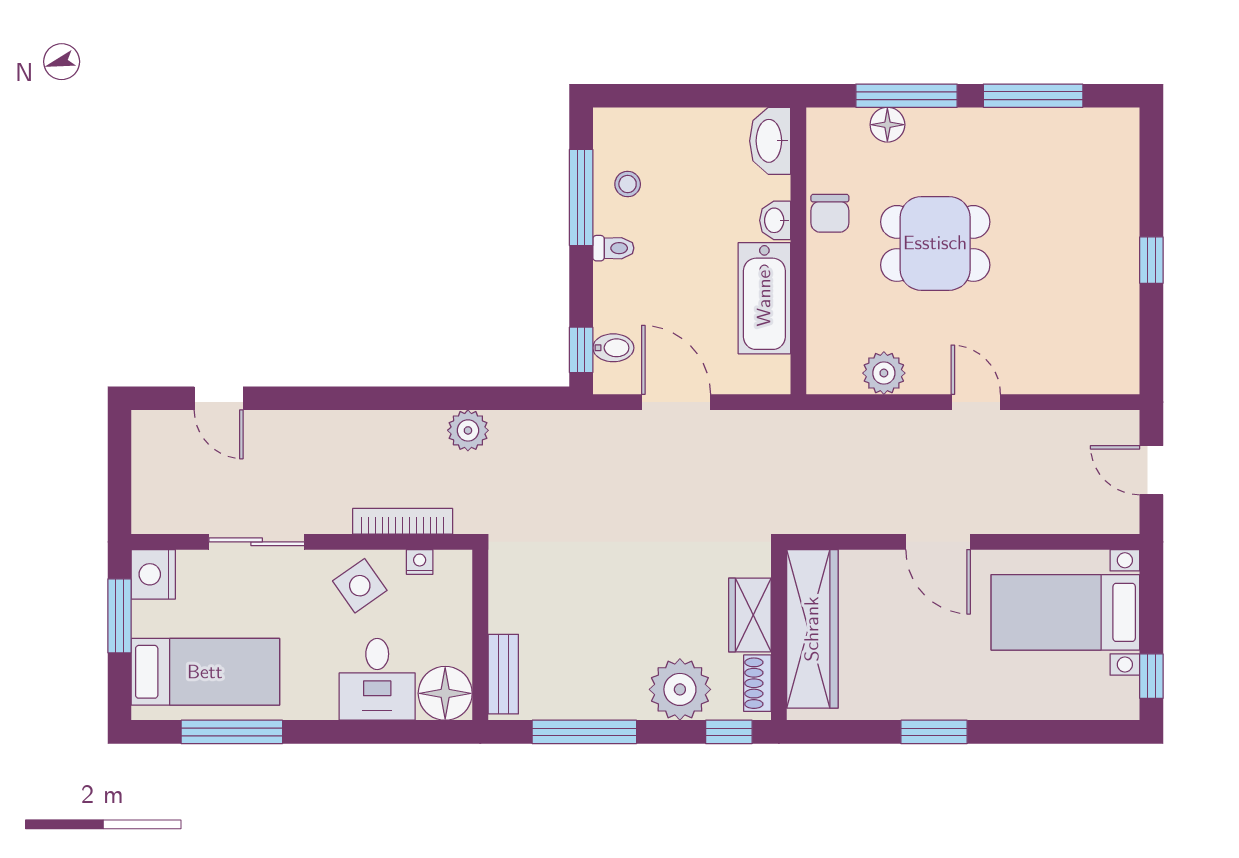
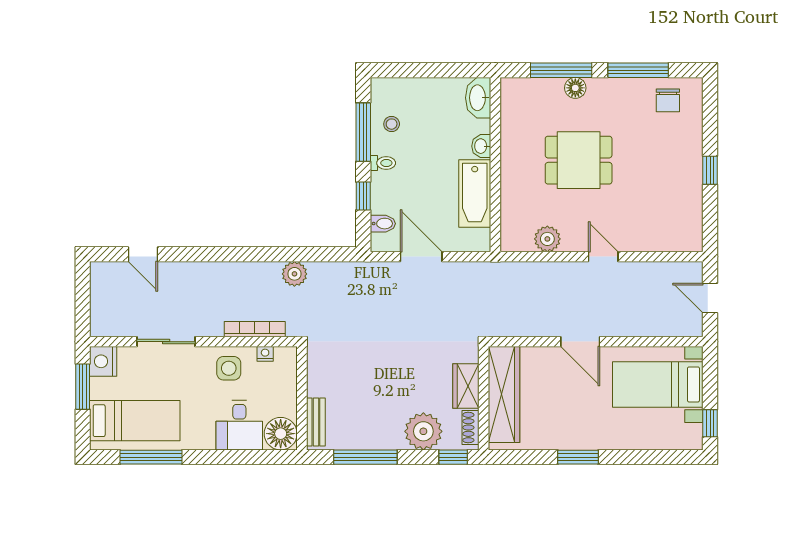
floor lamp: (887, 125) -> (575, 88), moved
chair: (830, 213) -> (668, 100), moved
window: (581, 350) -> (363, 196), moved
side table: (360, 586) -> (229, 368), turned 35

